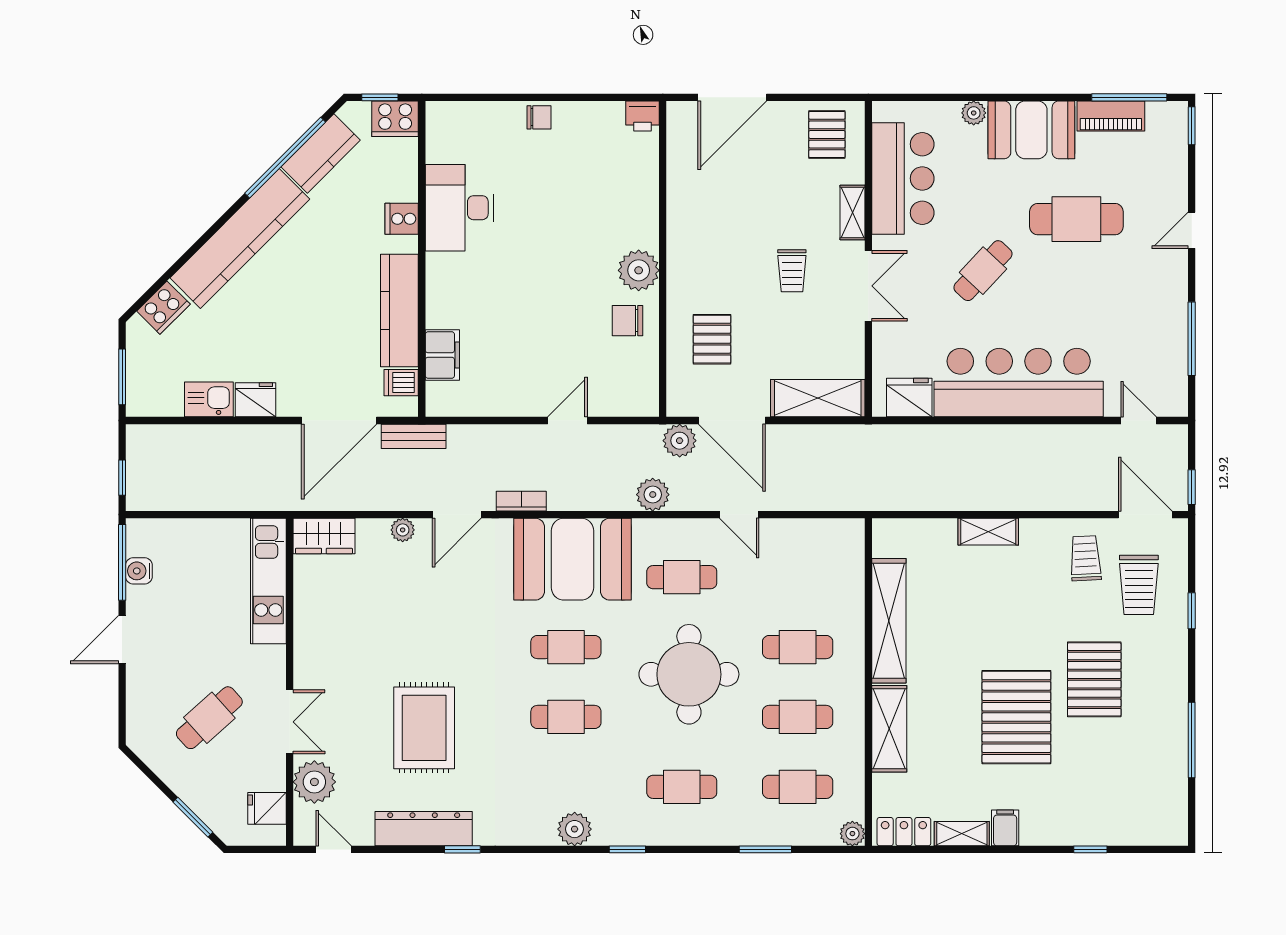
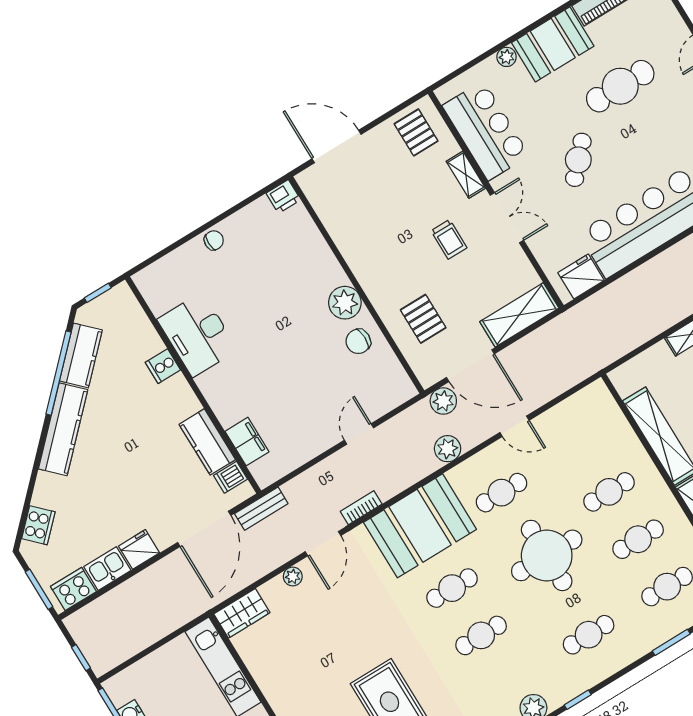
door: (732, 97) -> (336, 147), swing flipped
cooker: (395, 119) -> (73, 589), moved, turned 180
kitchen counter: (240, 238) -> (63, 429), width x0.72, depth x0.86
kitchen counter: (399, 311) -> (207, 442), width x0.67

